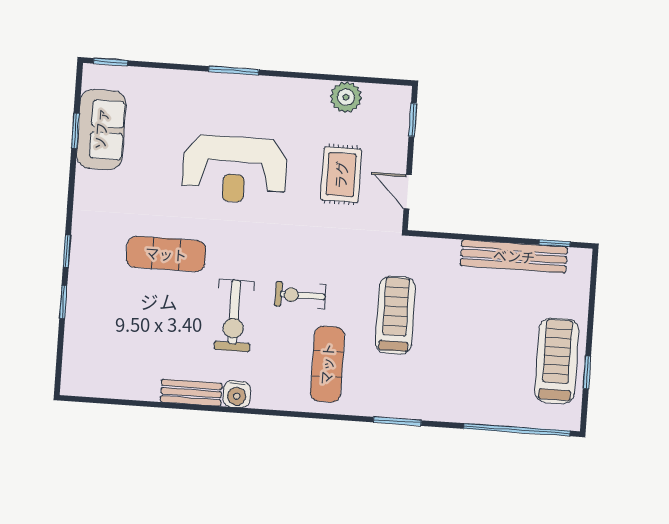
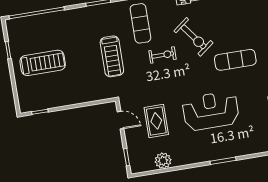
bench: (514, 256) -> (59, 100), removed
exercise bike: (234, 315) -> (194, 37), turned 143
treadmill: (557, 361) -> (43, 63), moved, turned -90

